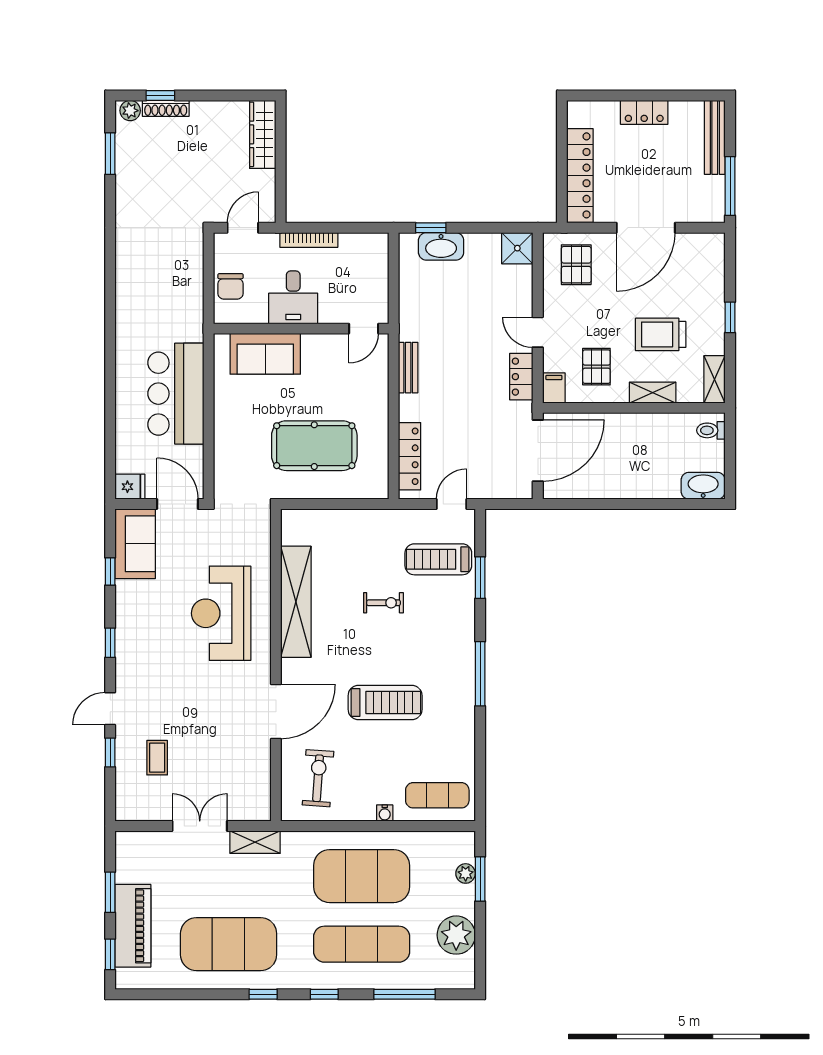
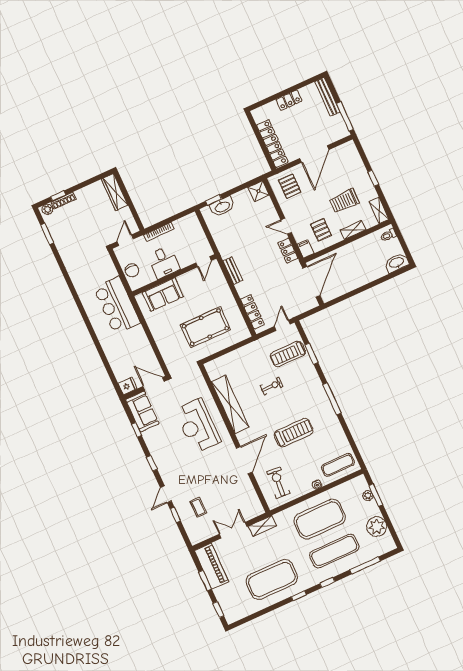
bar counter: (176, 394) -> (117, 305), moved
piano: (133, 926) -> (211, 566), moved

